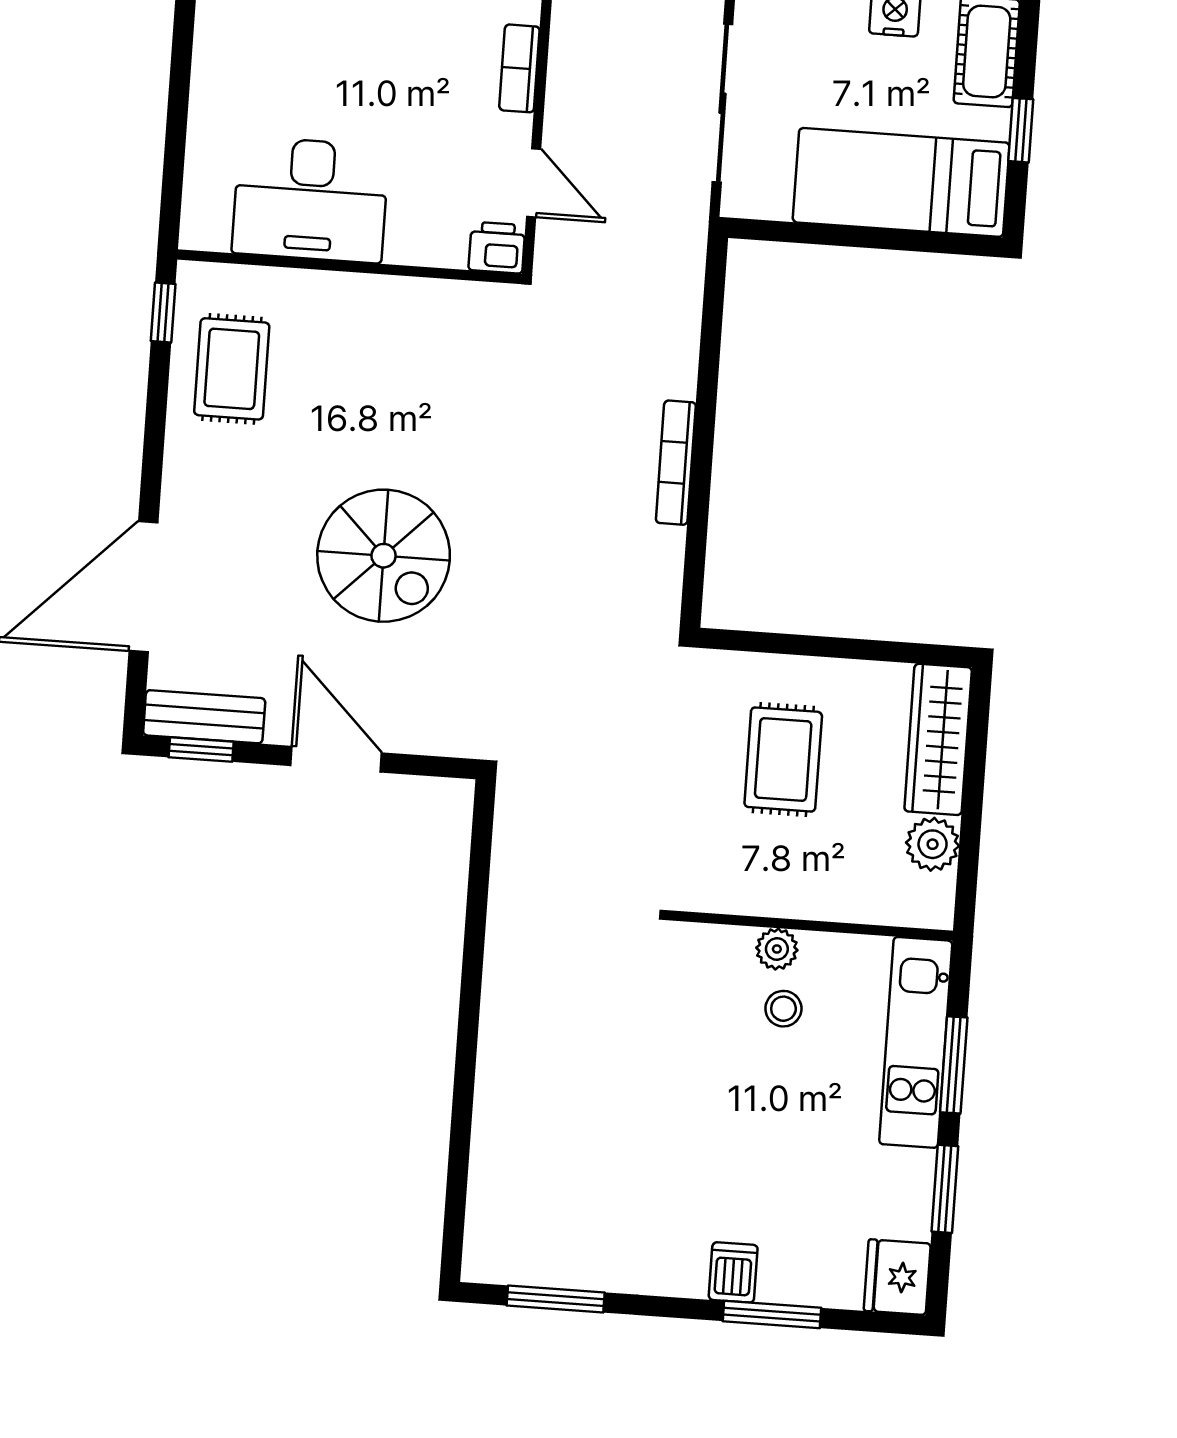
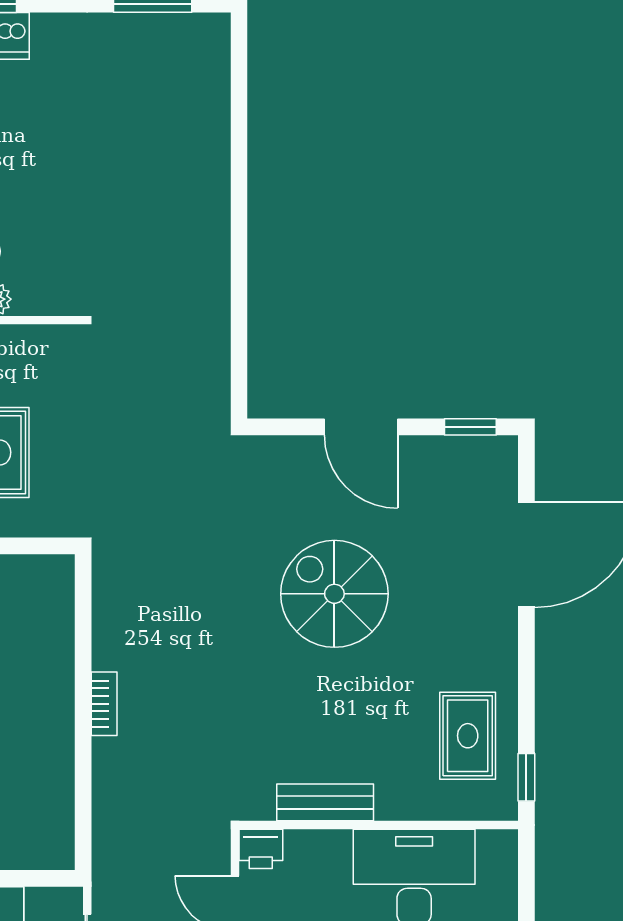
bookcase: (676, 463) -> (104, 704), width x0.64
bench: (204, 717) -> (325, 802), moved

